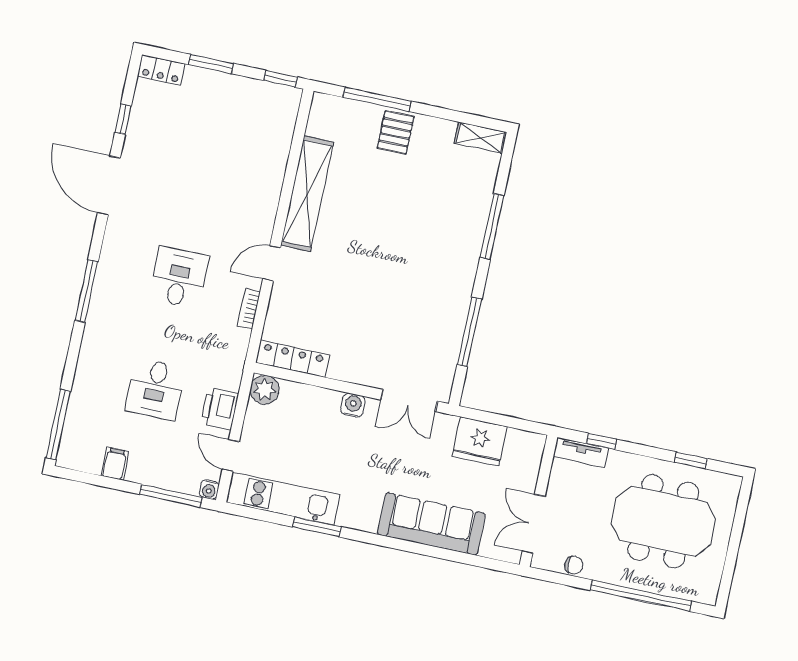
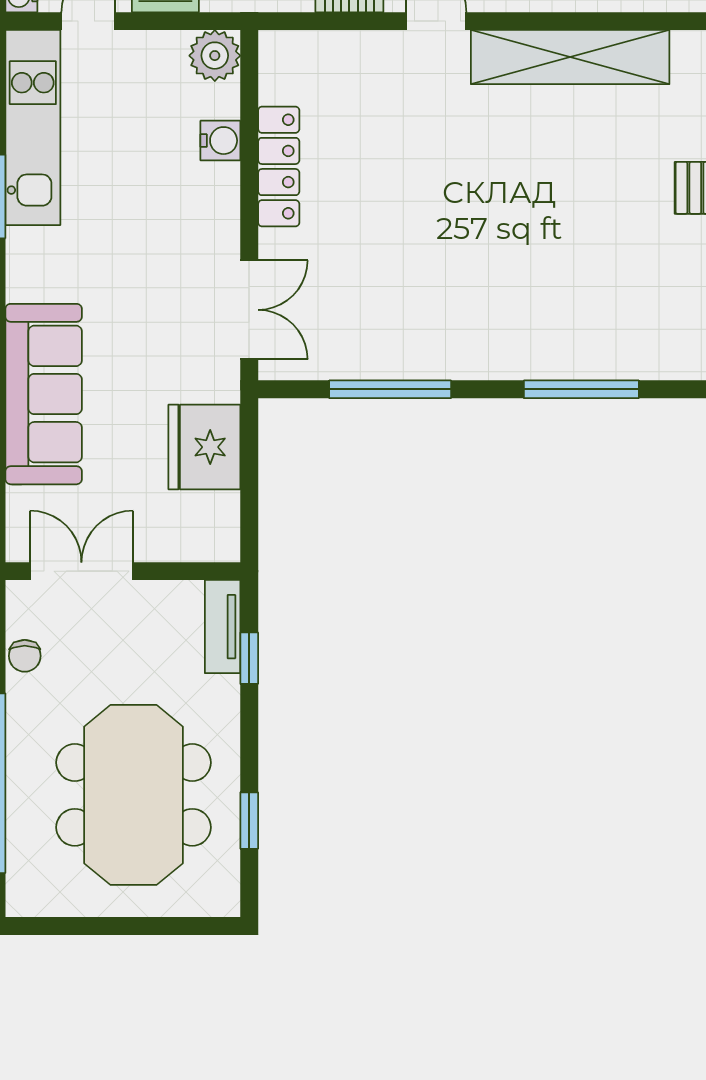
locker: (292, 359) -> (279, 167), moved
double door: (409, 401) -> (249, 310), swing flipped
water cooler: (353, 405) -> (220, 141), moved

